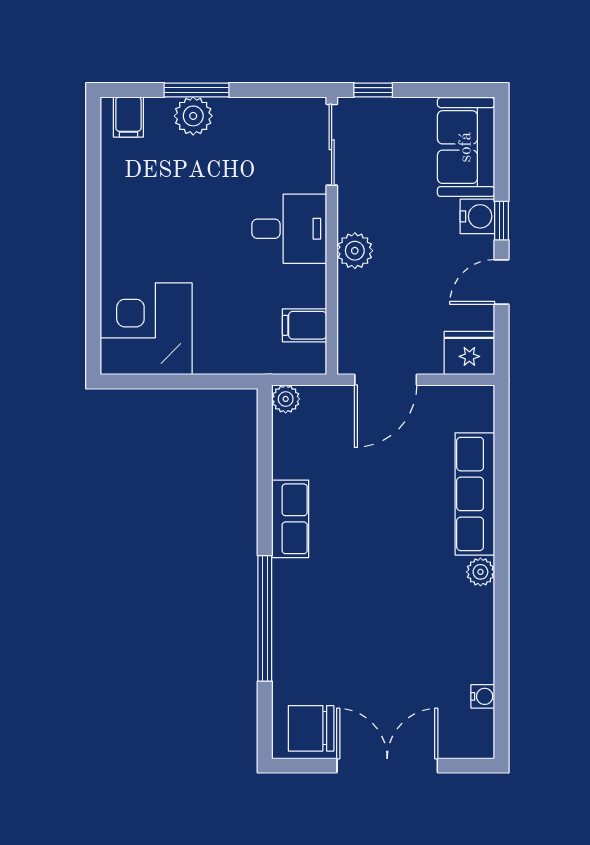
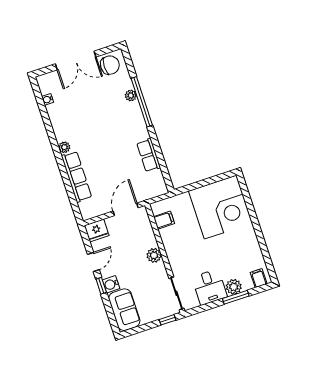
desk: (289, 229) -> (210, 287), moved, turned -90
corner desk: (146, 329) -> (220, 207), width x1.36, depth x1.36
plant: (286, 399) -> (131, 96), moved
row of seats: (290, 519) -> (149, 155), moved

